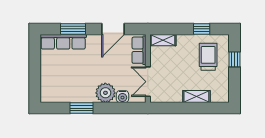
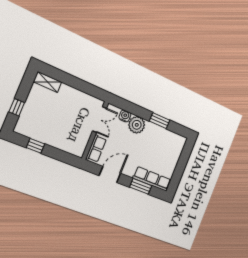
shelving: (163, 40) -> (73, 149), removed
trolley: (208, 57) -> (40, 119), removed
shelving: (196, 97) -> (48, 82), moved

